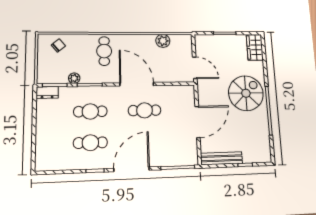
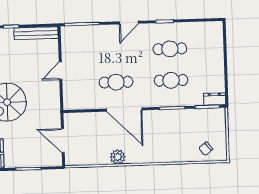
plant: (163, 41) -> (118, 157), moved
cafe table: (104, 51) -> (159, 144), removed
door: (195, 68) -> (63, 141), moved
plant: (74, 78) -> (188, 114), removed
door: (198, 122) -> (61, 71), width x0.53
door: (132, 169) -> (129, 23), width x0.53

